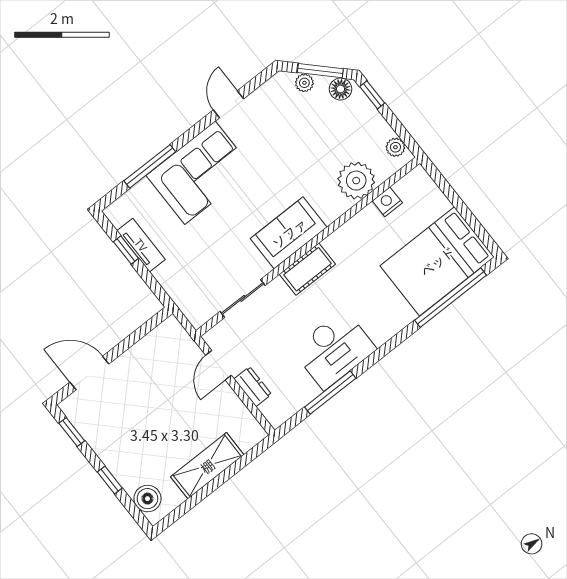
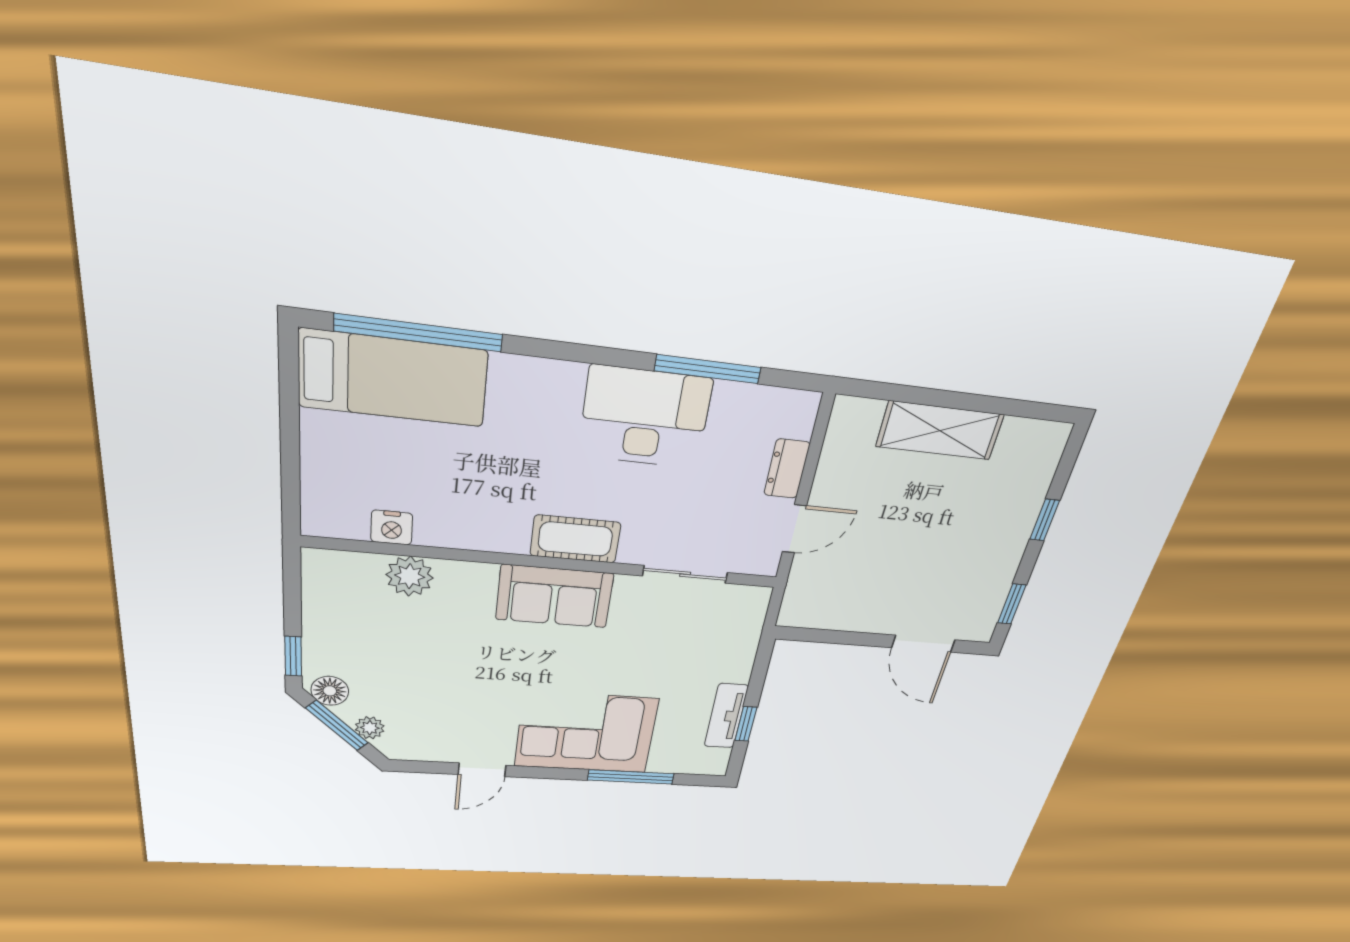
plant: (395, 147) -> (318, 579), removed
plant: (356, 181) -> (410, 576), width x0.73, depth x0.73
bed: (437, 261) -> (393, 378), width x0.67
boiler: (147, 499) -> (1039, 461), removed

